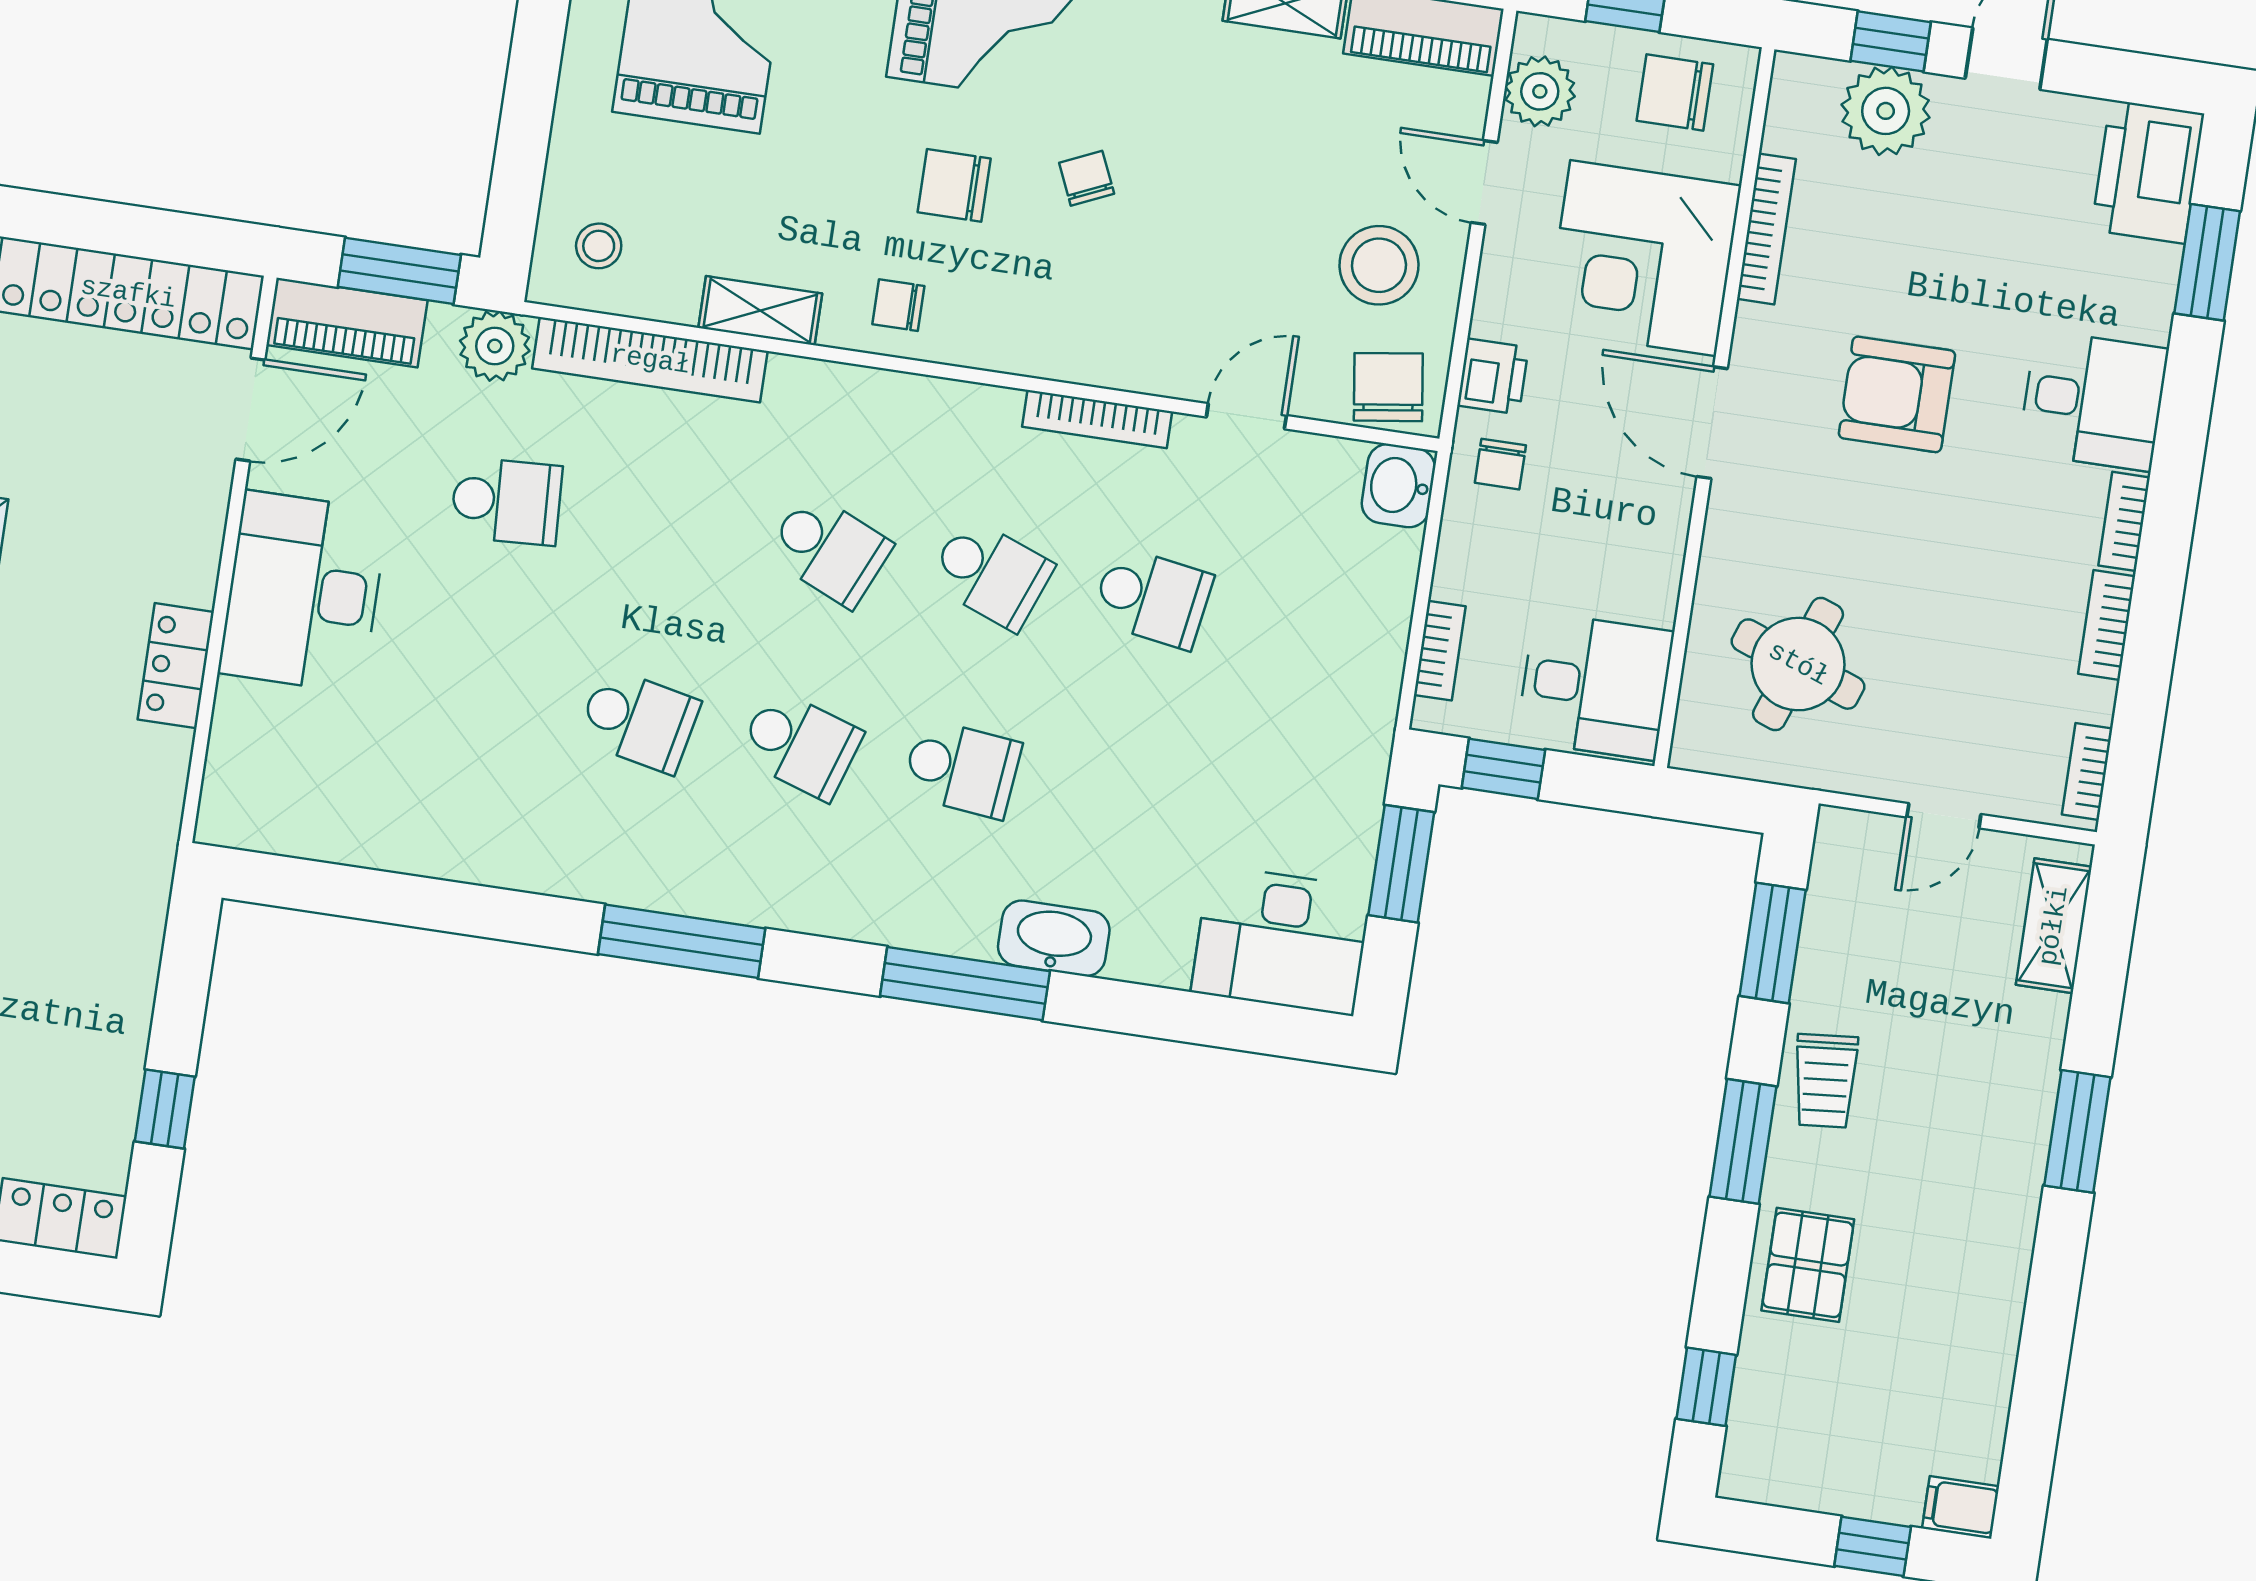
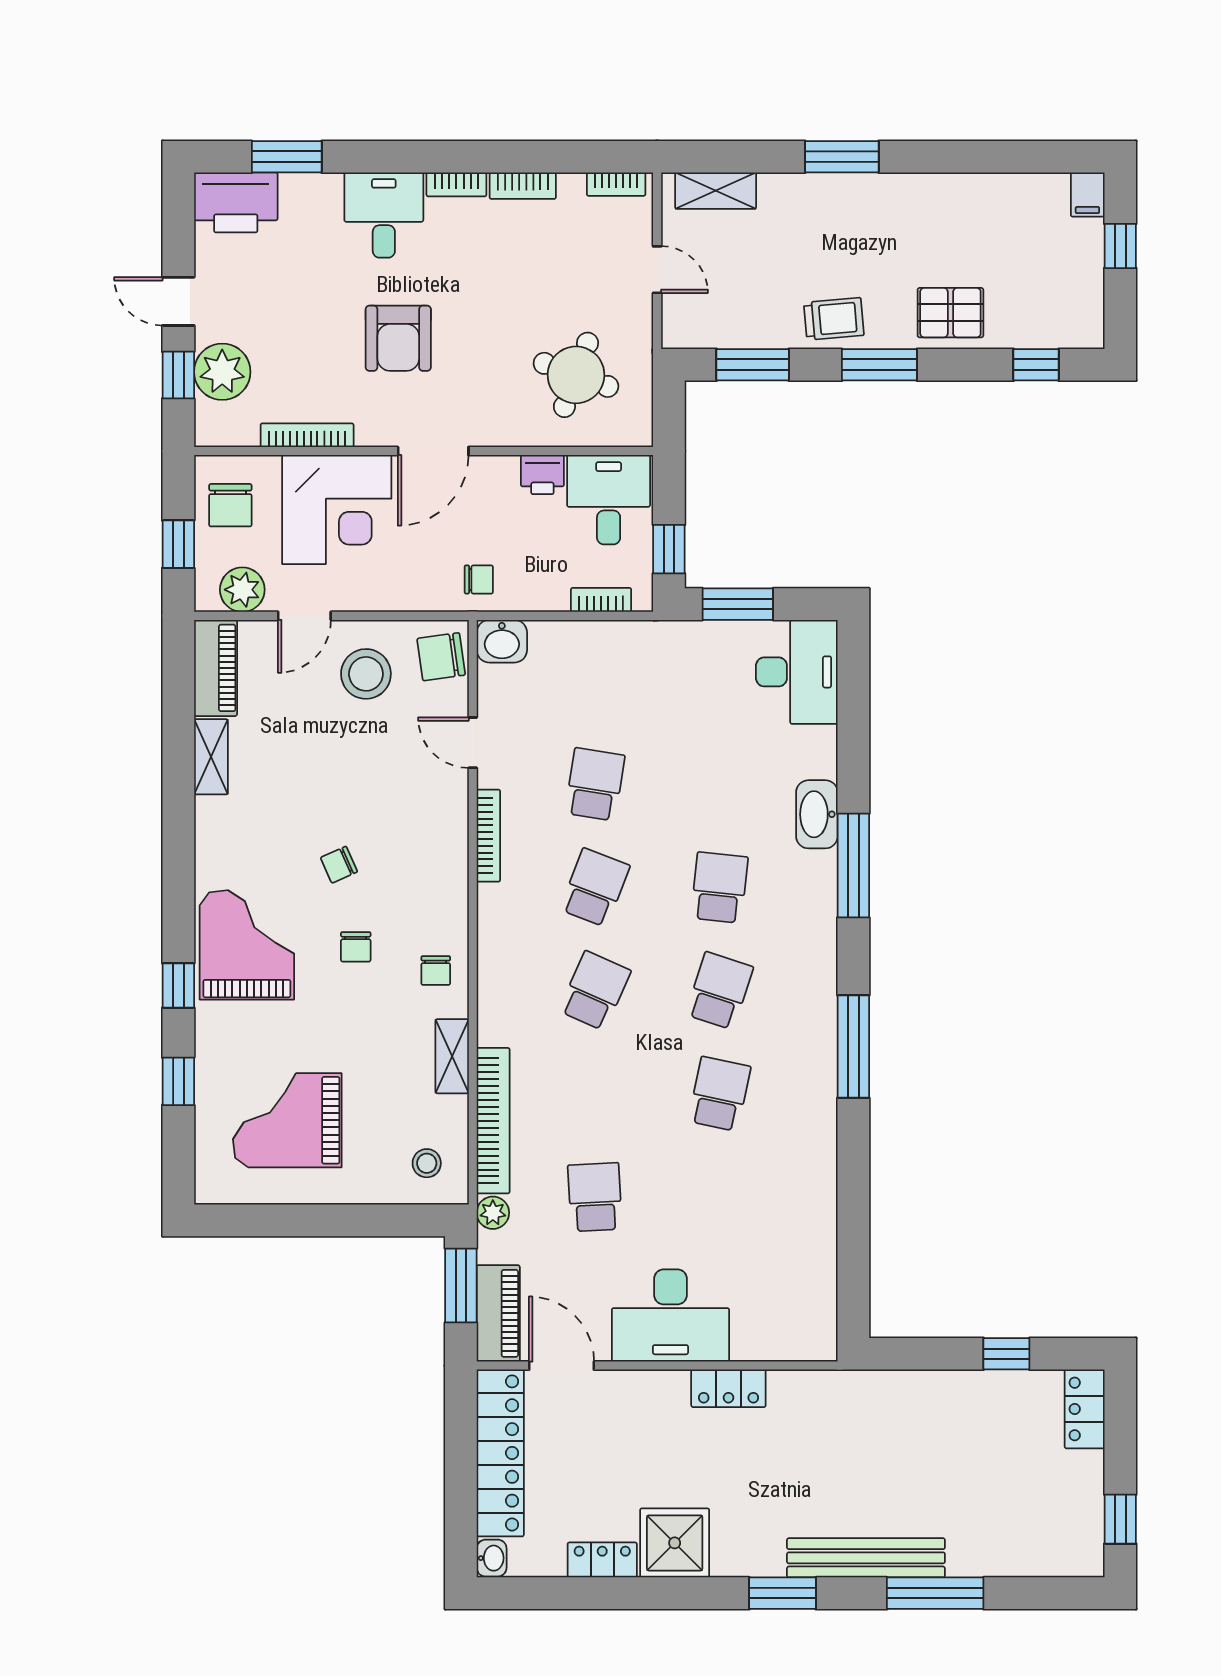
chair: (954, 185) -> (356, 947), width x0.73, depth x0.73
plant: (495, 346) -> (493, 1213), width x0.73, depth x0.73
printer: (1493, 376) -> (542, 475), moved, turned 180

